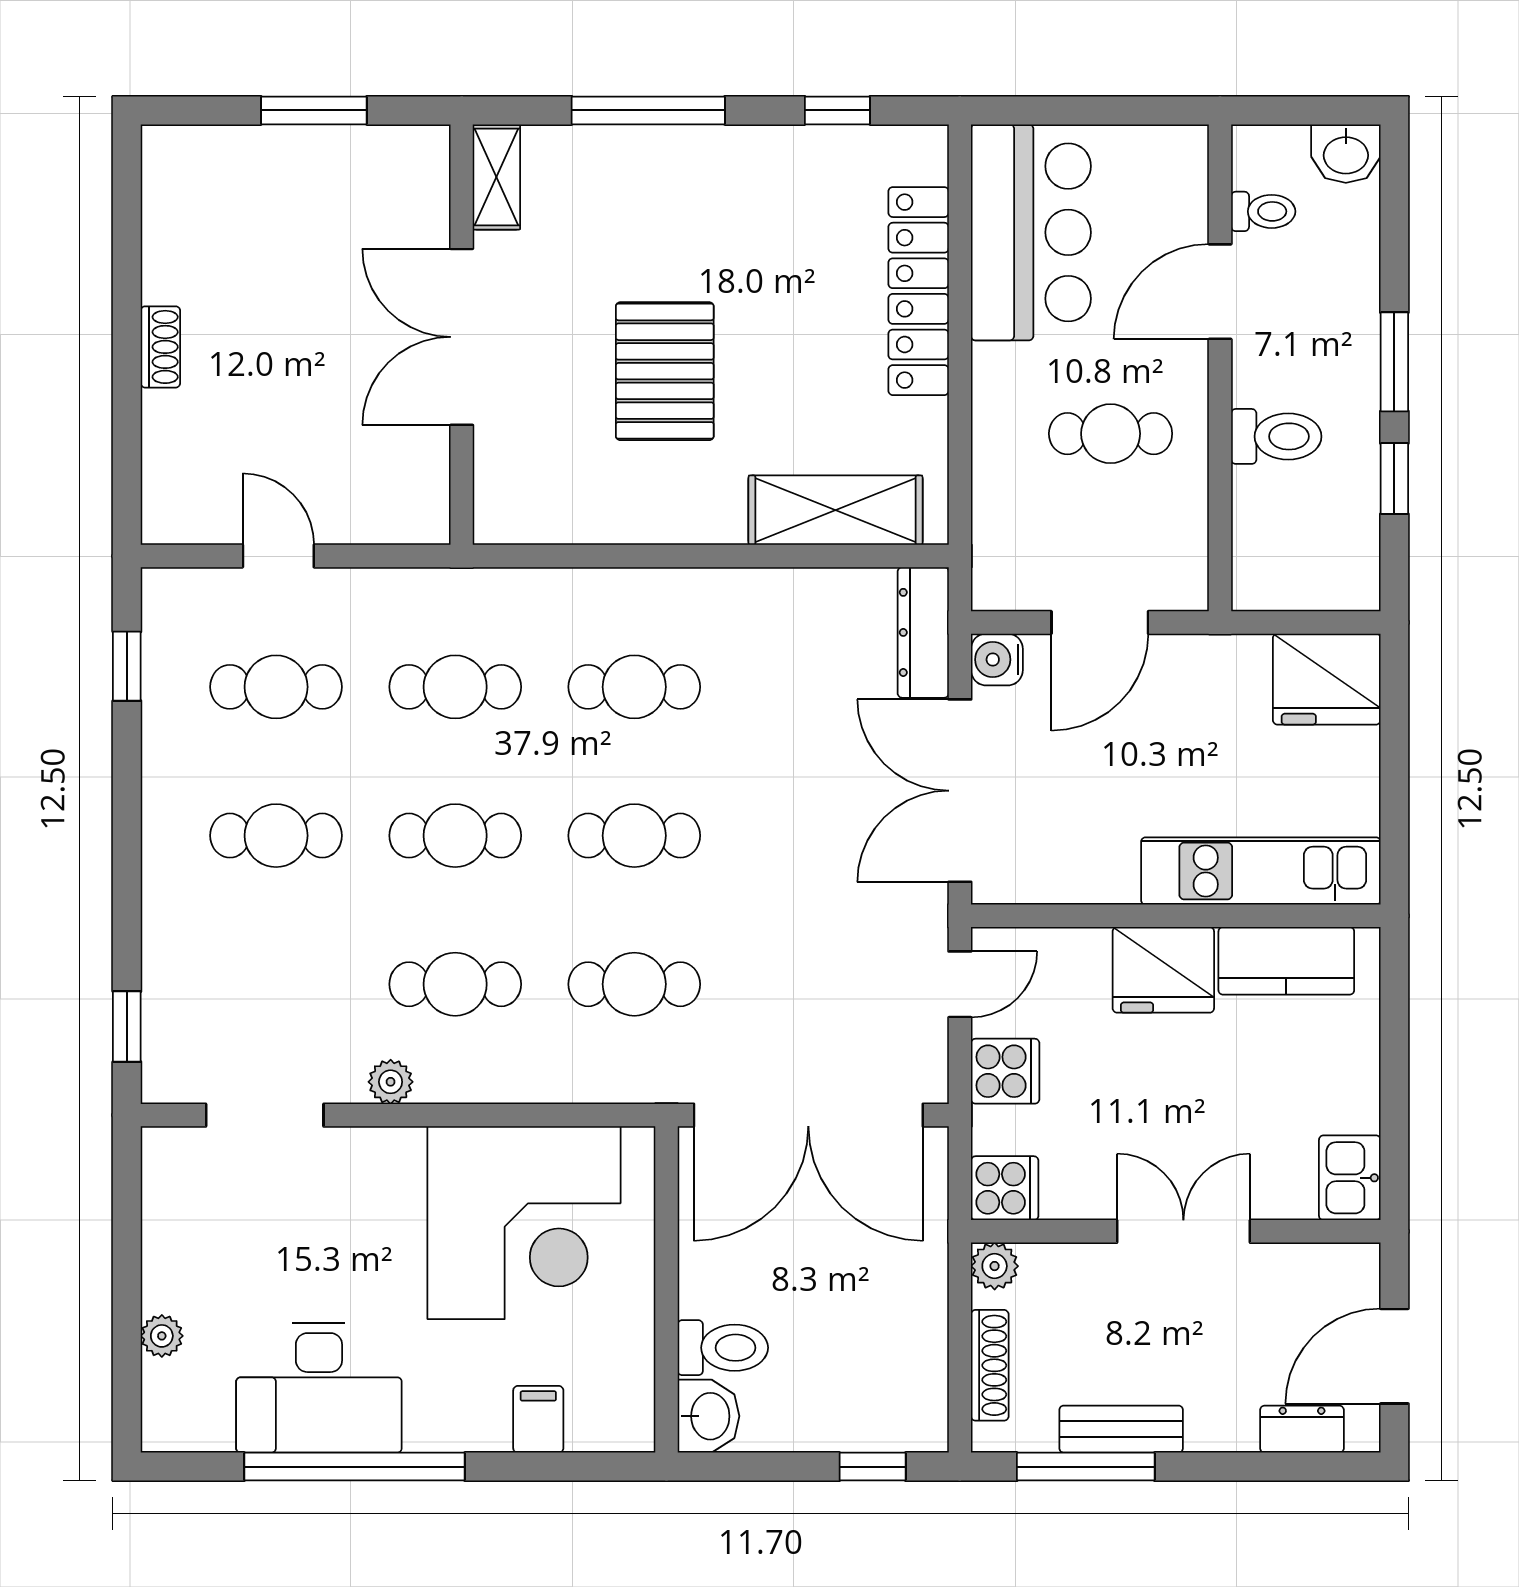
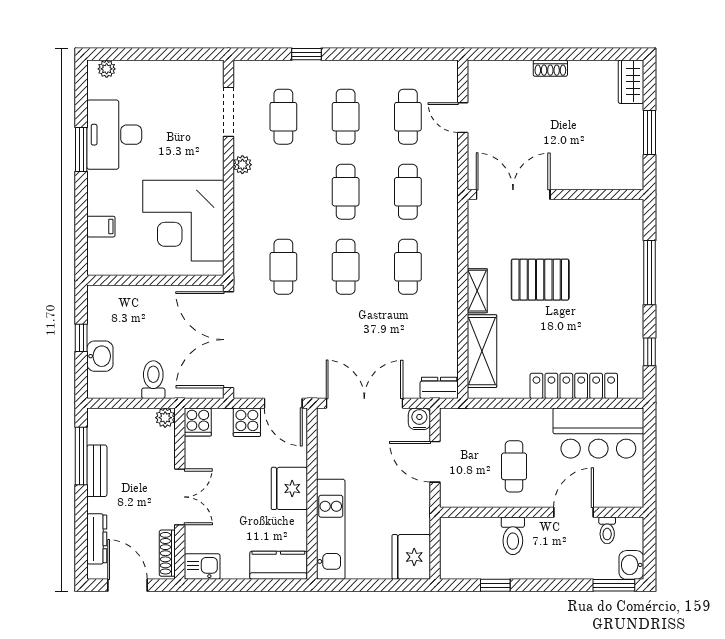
wardrobe: (193, 155) -> (631, 82), added
shelving: (496, 177) -> (477, 291), moved, turned 90
door: (1220, 292) -> (574, 512), hinge flipped
double door: (462, 337) -> (513, 194), moved
window: (1394, 362) -> (614, 585), moved
door: (278, 556) -> (463, 118), swing flipped
dresser: (923, 632) -> (439, 388), width x0.70
window: (127, 666) -> (417, 54), removed
kitchen counter: (1286, 961) -> (278, 565), moved, turned 90
cafe table: (455, 984) -> (283, 117), moved
door: (960, 984) -> (283, 403), width x1.38
window: (127, 1027) -> (307, 54), moved
plant: (162, 1336) -> (107, 69), moved
toilet: (723, 1348) -> (153, 380), moved, turned 180
shoe rack: (990, 1365) -> (167, 553), moved, turned 90
washbasin: (708, 1416) -> (100, 356), moved, turned -90
dresser: (1302, 1429) -> (97, 539), width x1.44
window: (355, 1467) -> (81, 150), width x0.47
window: (873, 1467) -> (81, 338), moved

